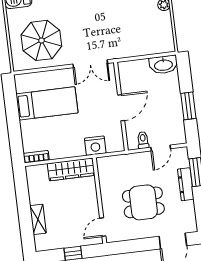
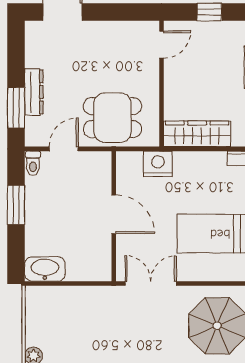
door: (121, 108) -> (114, 214), swing flipped
toilet: (143, 140) -> (33, 163), moved
dining table: (143, 202) -> (112, 118), moved

